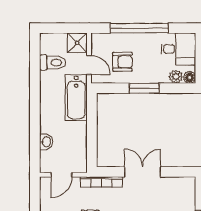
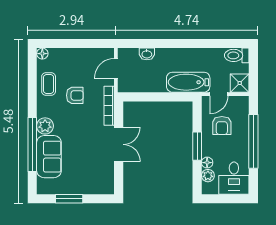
toilet: (53, 63) -> (237, 55), moved, turned 90
floor lamp: (190, 77) -> (207, 163), moved
door: (61, 175) -> (116, 68), hinge flipped

